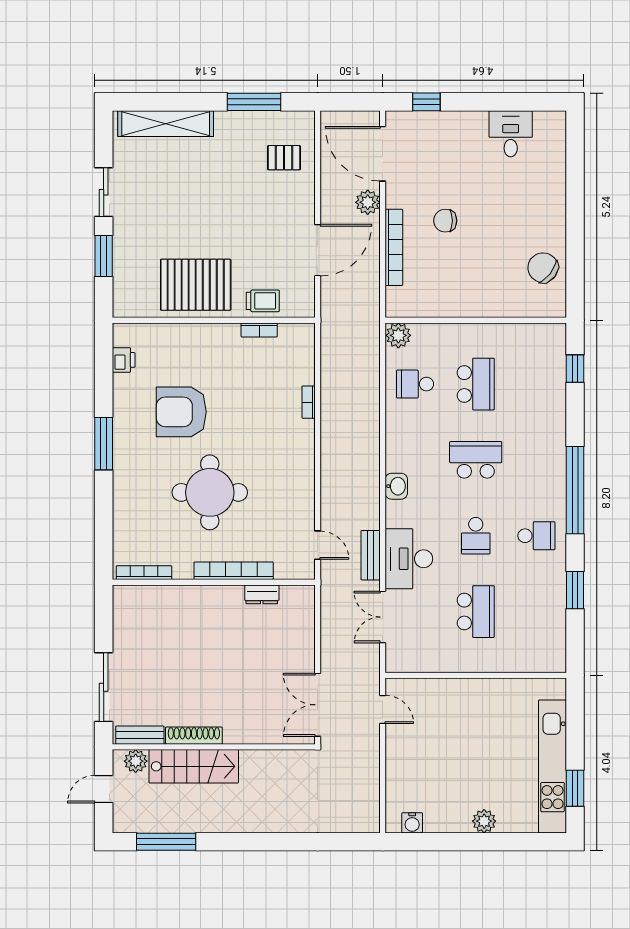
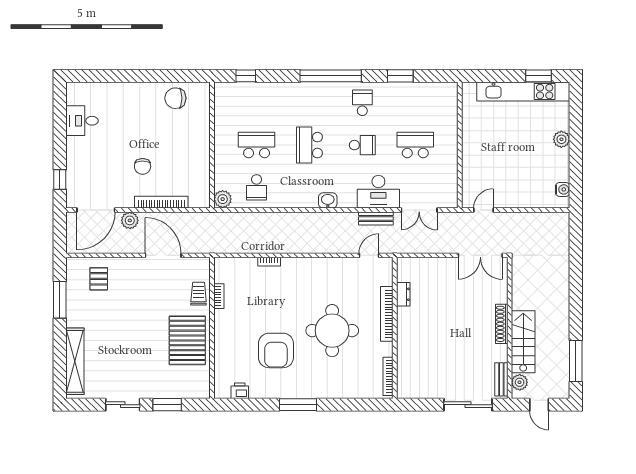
chair: (543, 268) -> (175, 98), turned 52
shoe rack: (194, 736) -> (502, 324), moved

